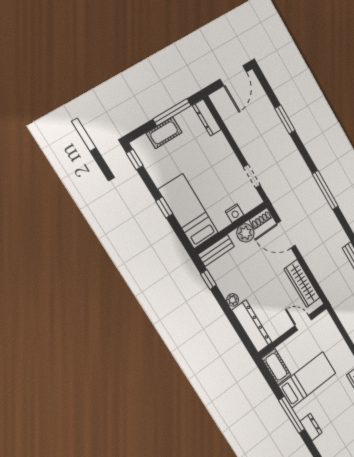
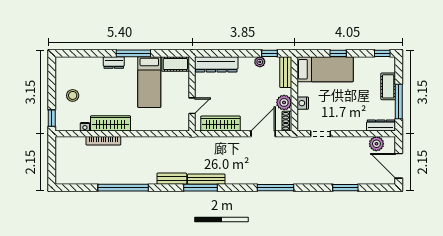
plant: (227, 112) -> (376, 144), added
plant: (233, 300) -> (260, 62), moved

